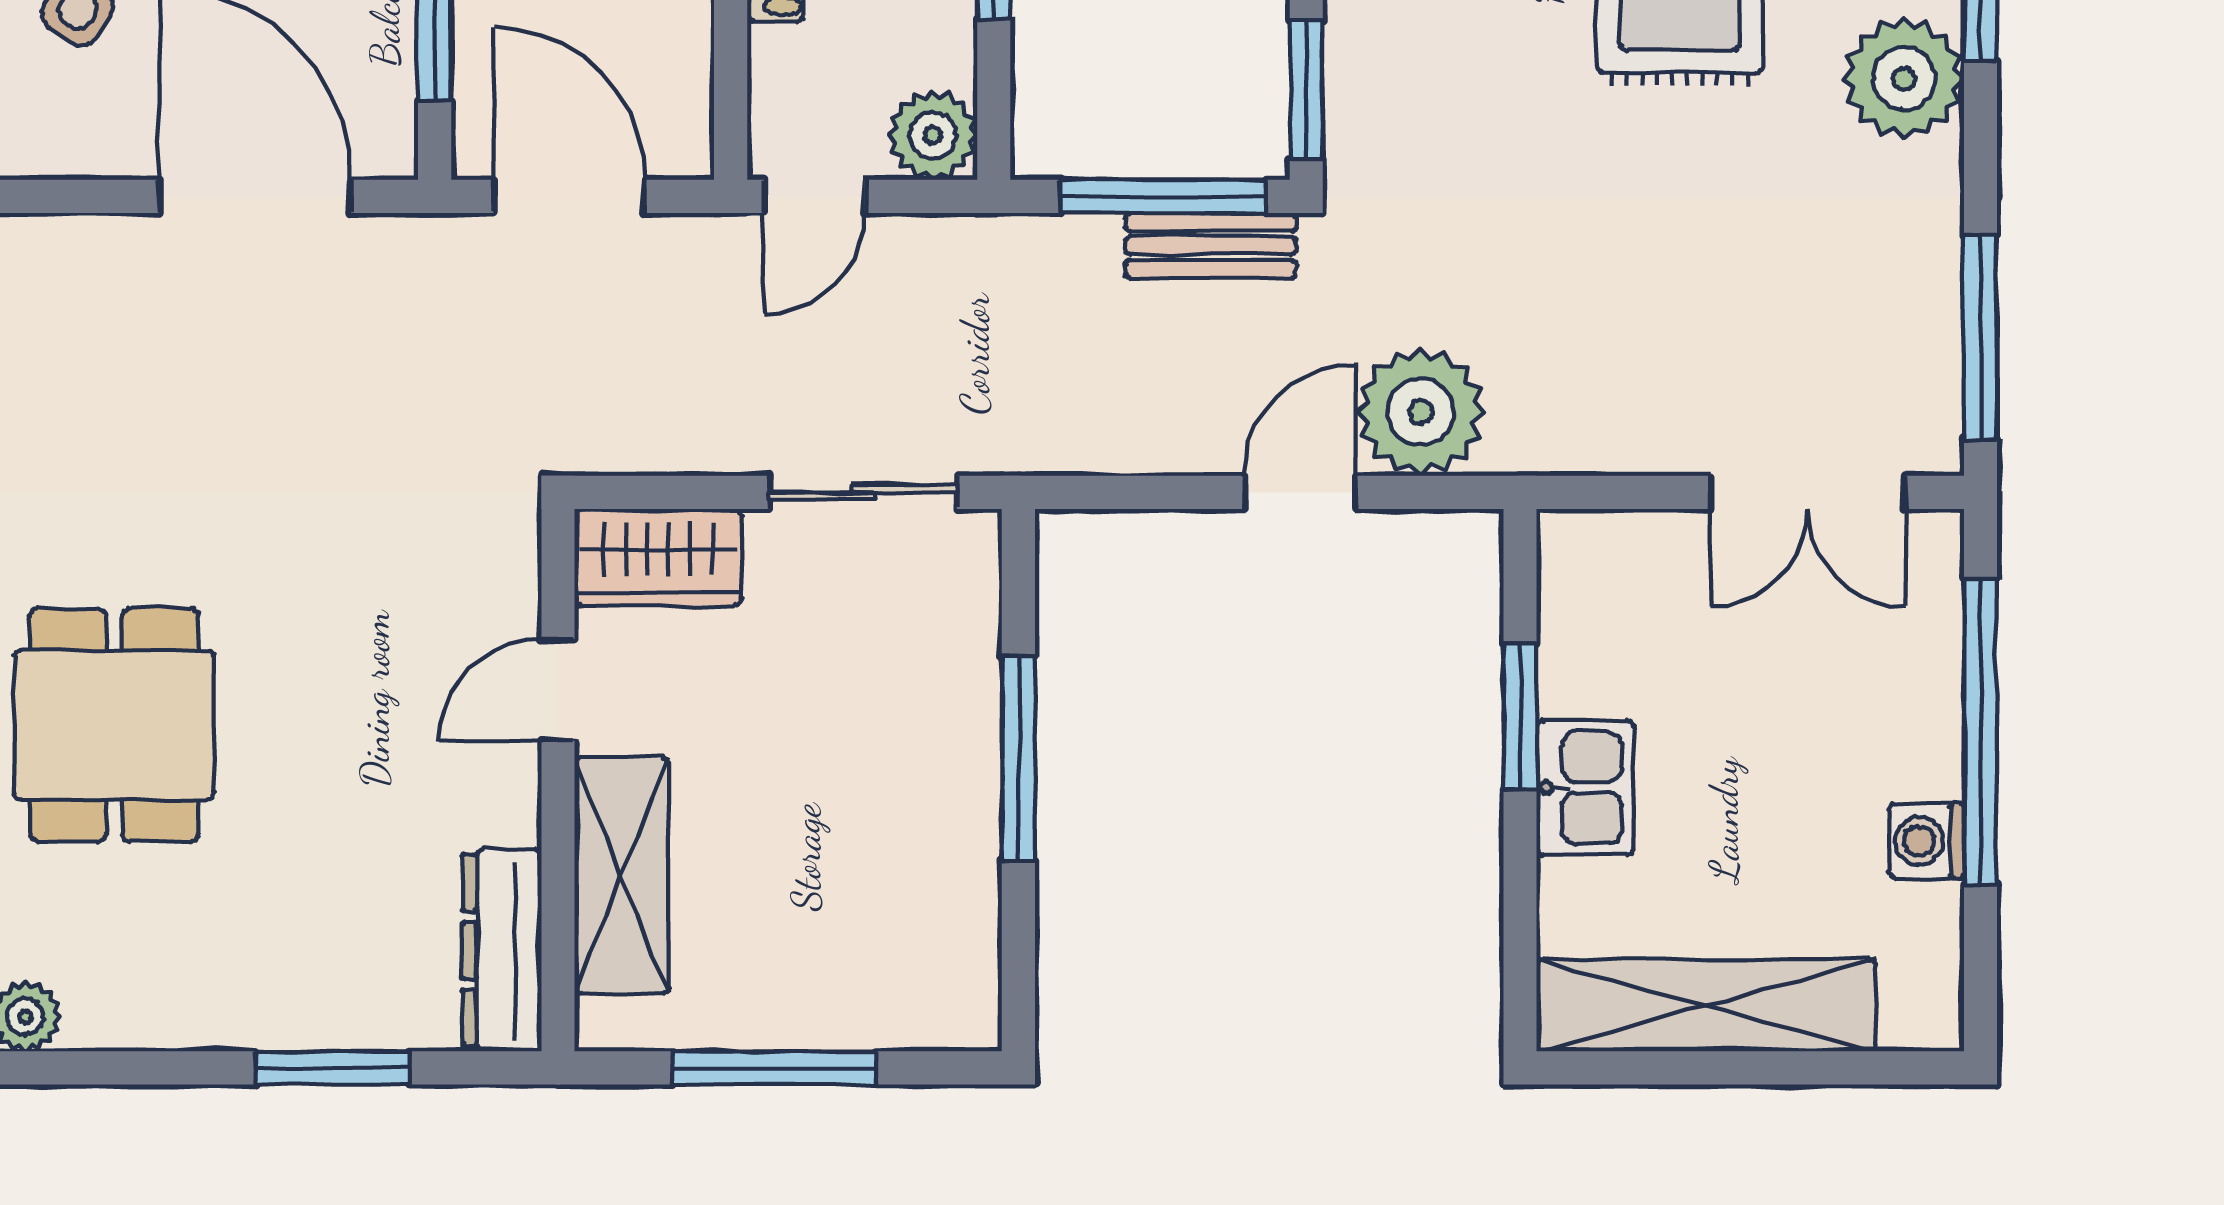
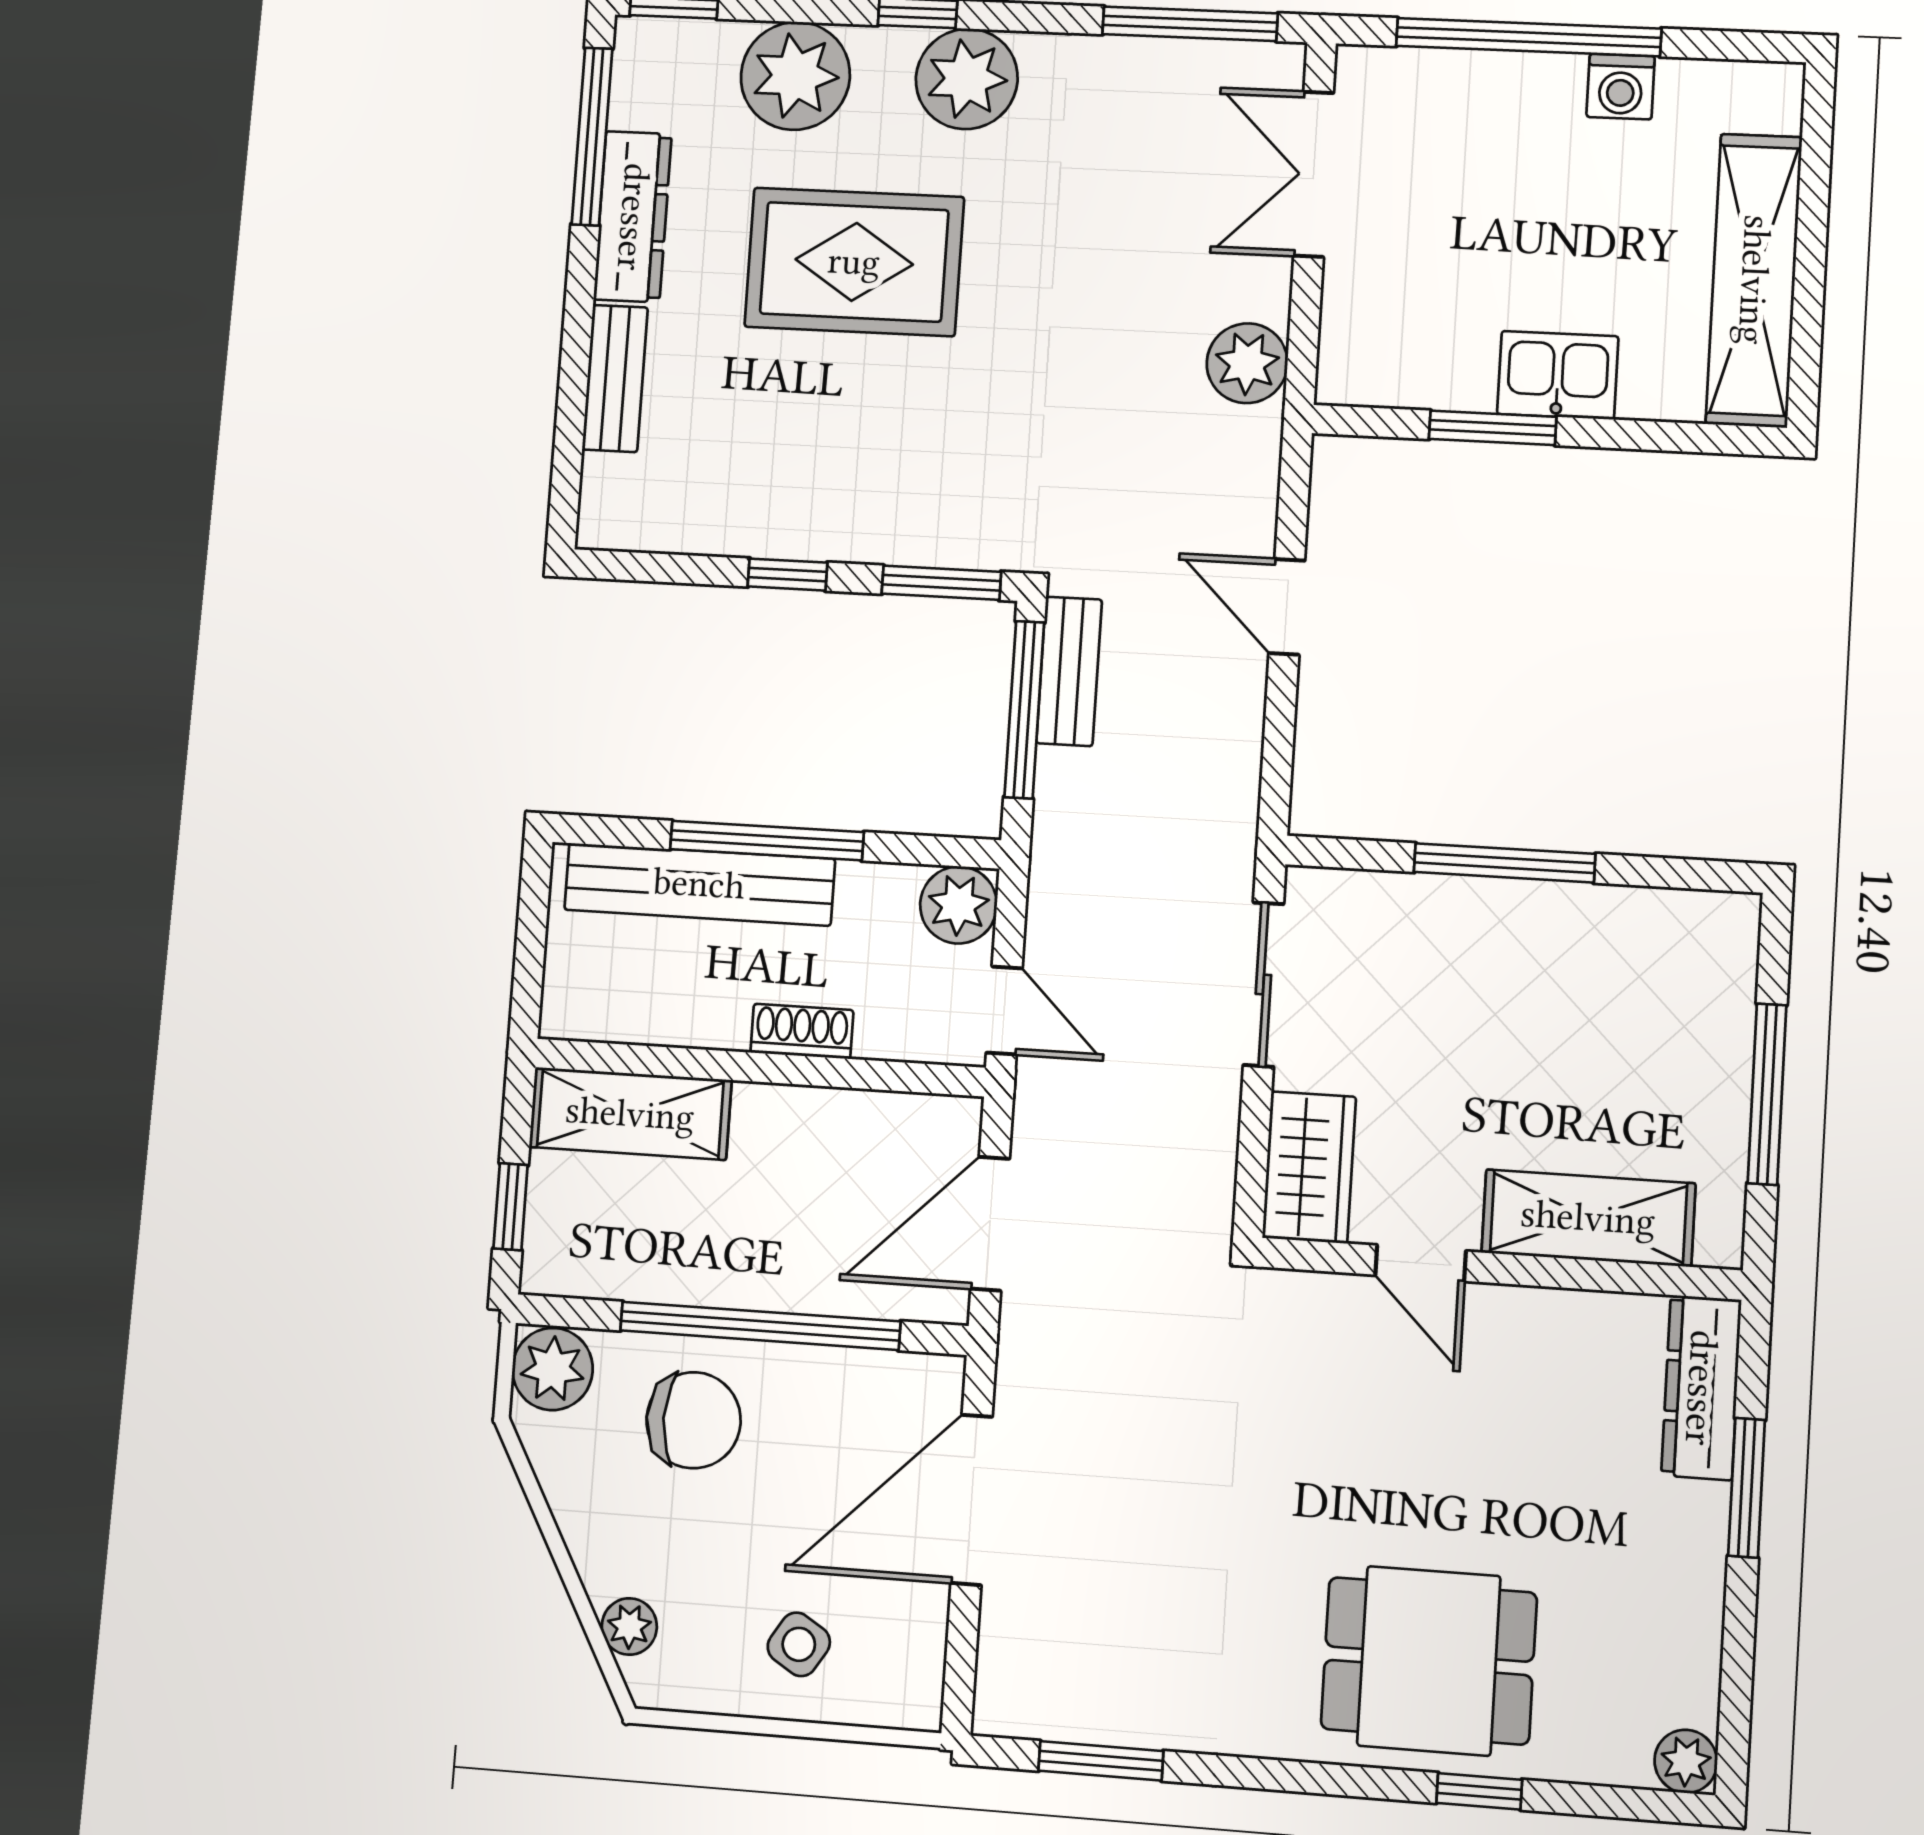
plant: (1421, 412) -> (1247, 363), moved, width x0.73, depth x0.73
double door: (1808, 492) -> (1314, 174), swing flipped
dresser: (502, 950) -> (1701, 1388), moved, turned 90

